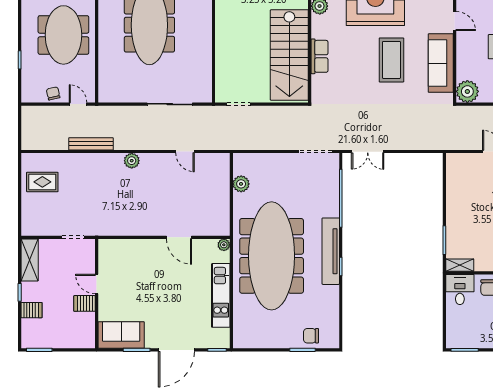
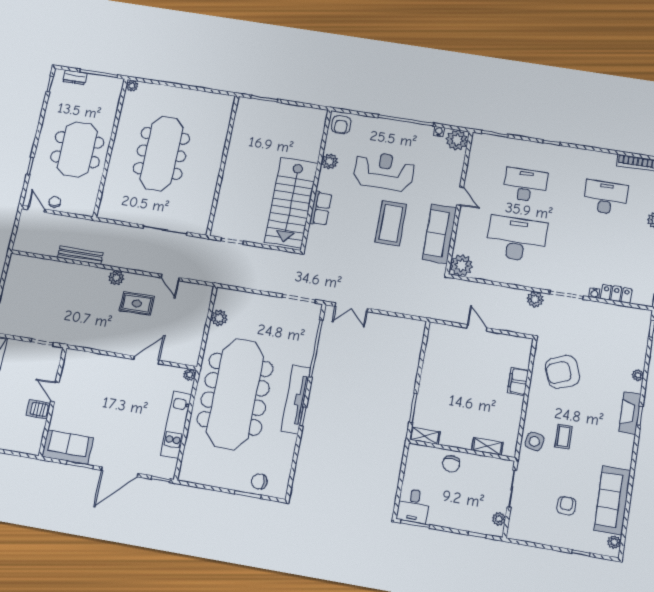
door: (78, 104) -> (36, 209), moved
rug: (42, 182) -> (137, 303), moved
door: (179, 237) -> (147, 360), swing flipped
desk: (460, 290) -> (413, 506), moved, turned 180

